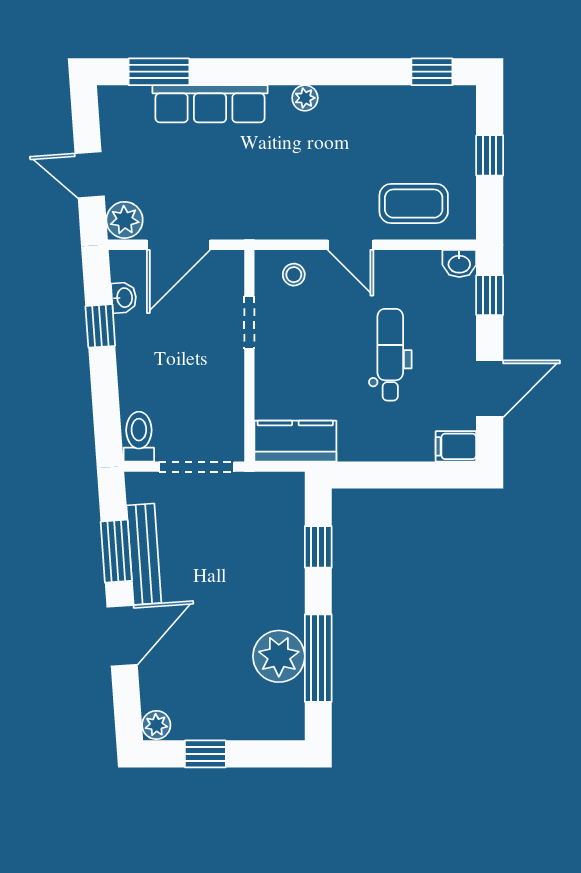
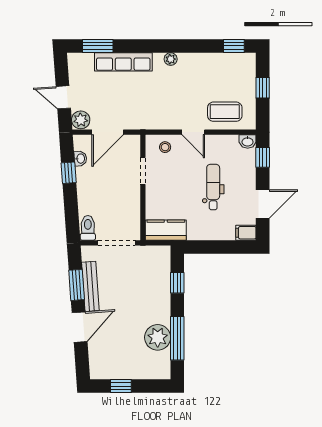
plant: (156, 725) -> (96, 372), removed

